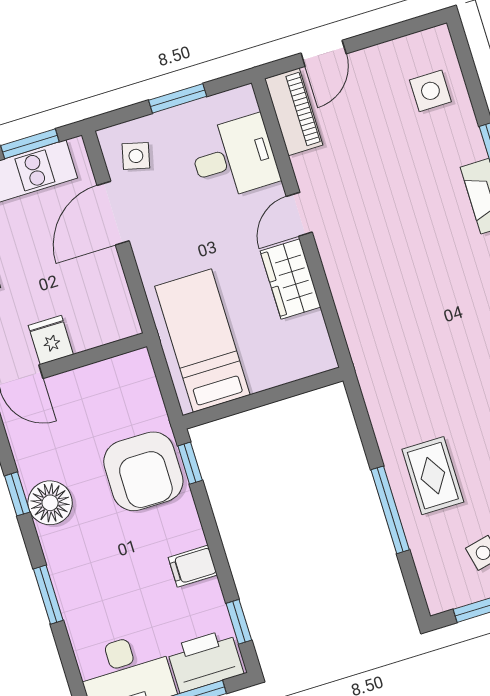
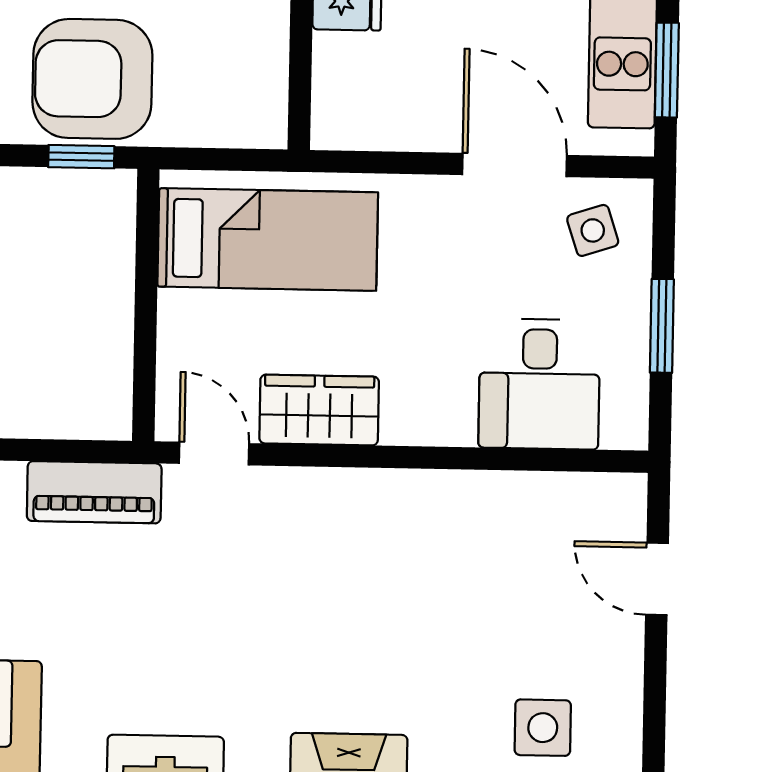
piano: (294, 112) -> (94, 492), moved
side table: (136, 156) -> (593, 230), turned -32
door: (299, 214) -> (214, 453), moved

